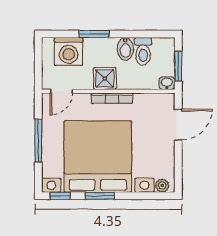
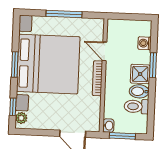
washing machine: (69, 51) -> (145, 43), width x0.53, depth x0.53
shower: (105, 78) -> (140, 74), moved
door: (61, 91) -> (105, 51), moved
window: (60, 196) -> (13, 107), moved

